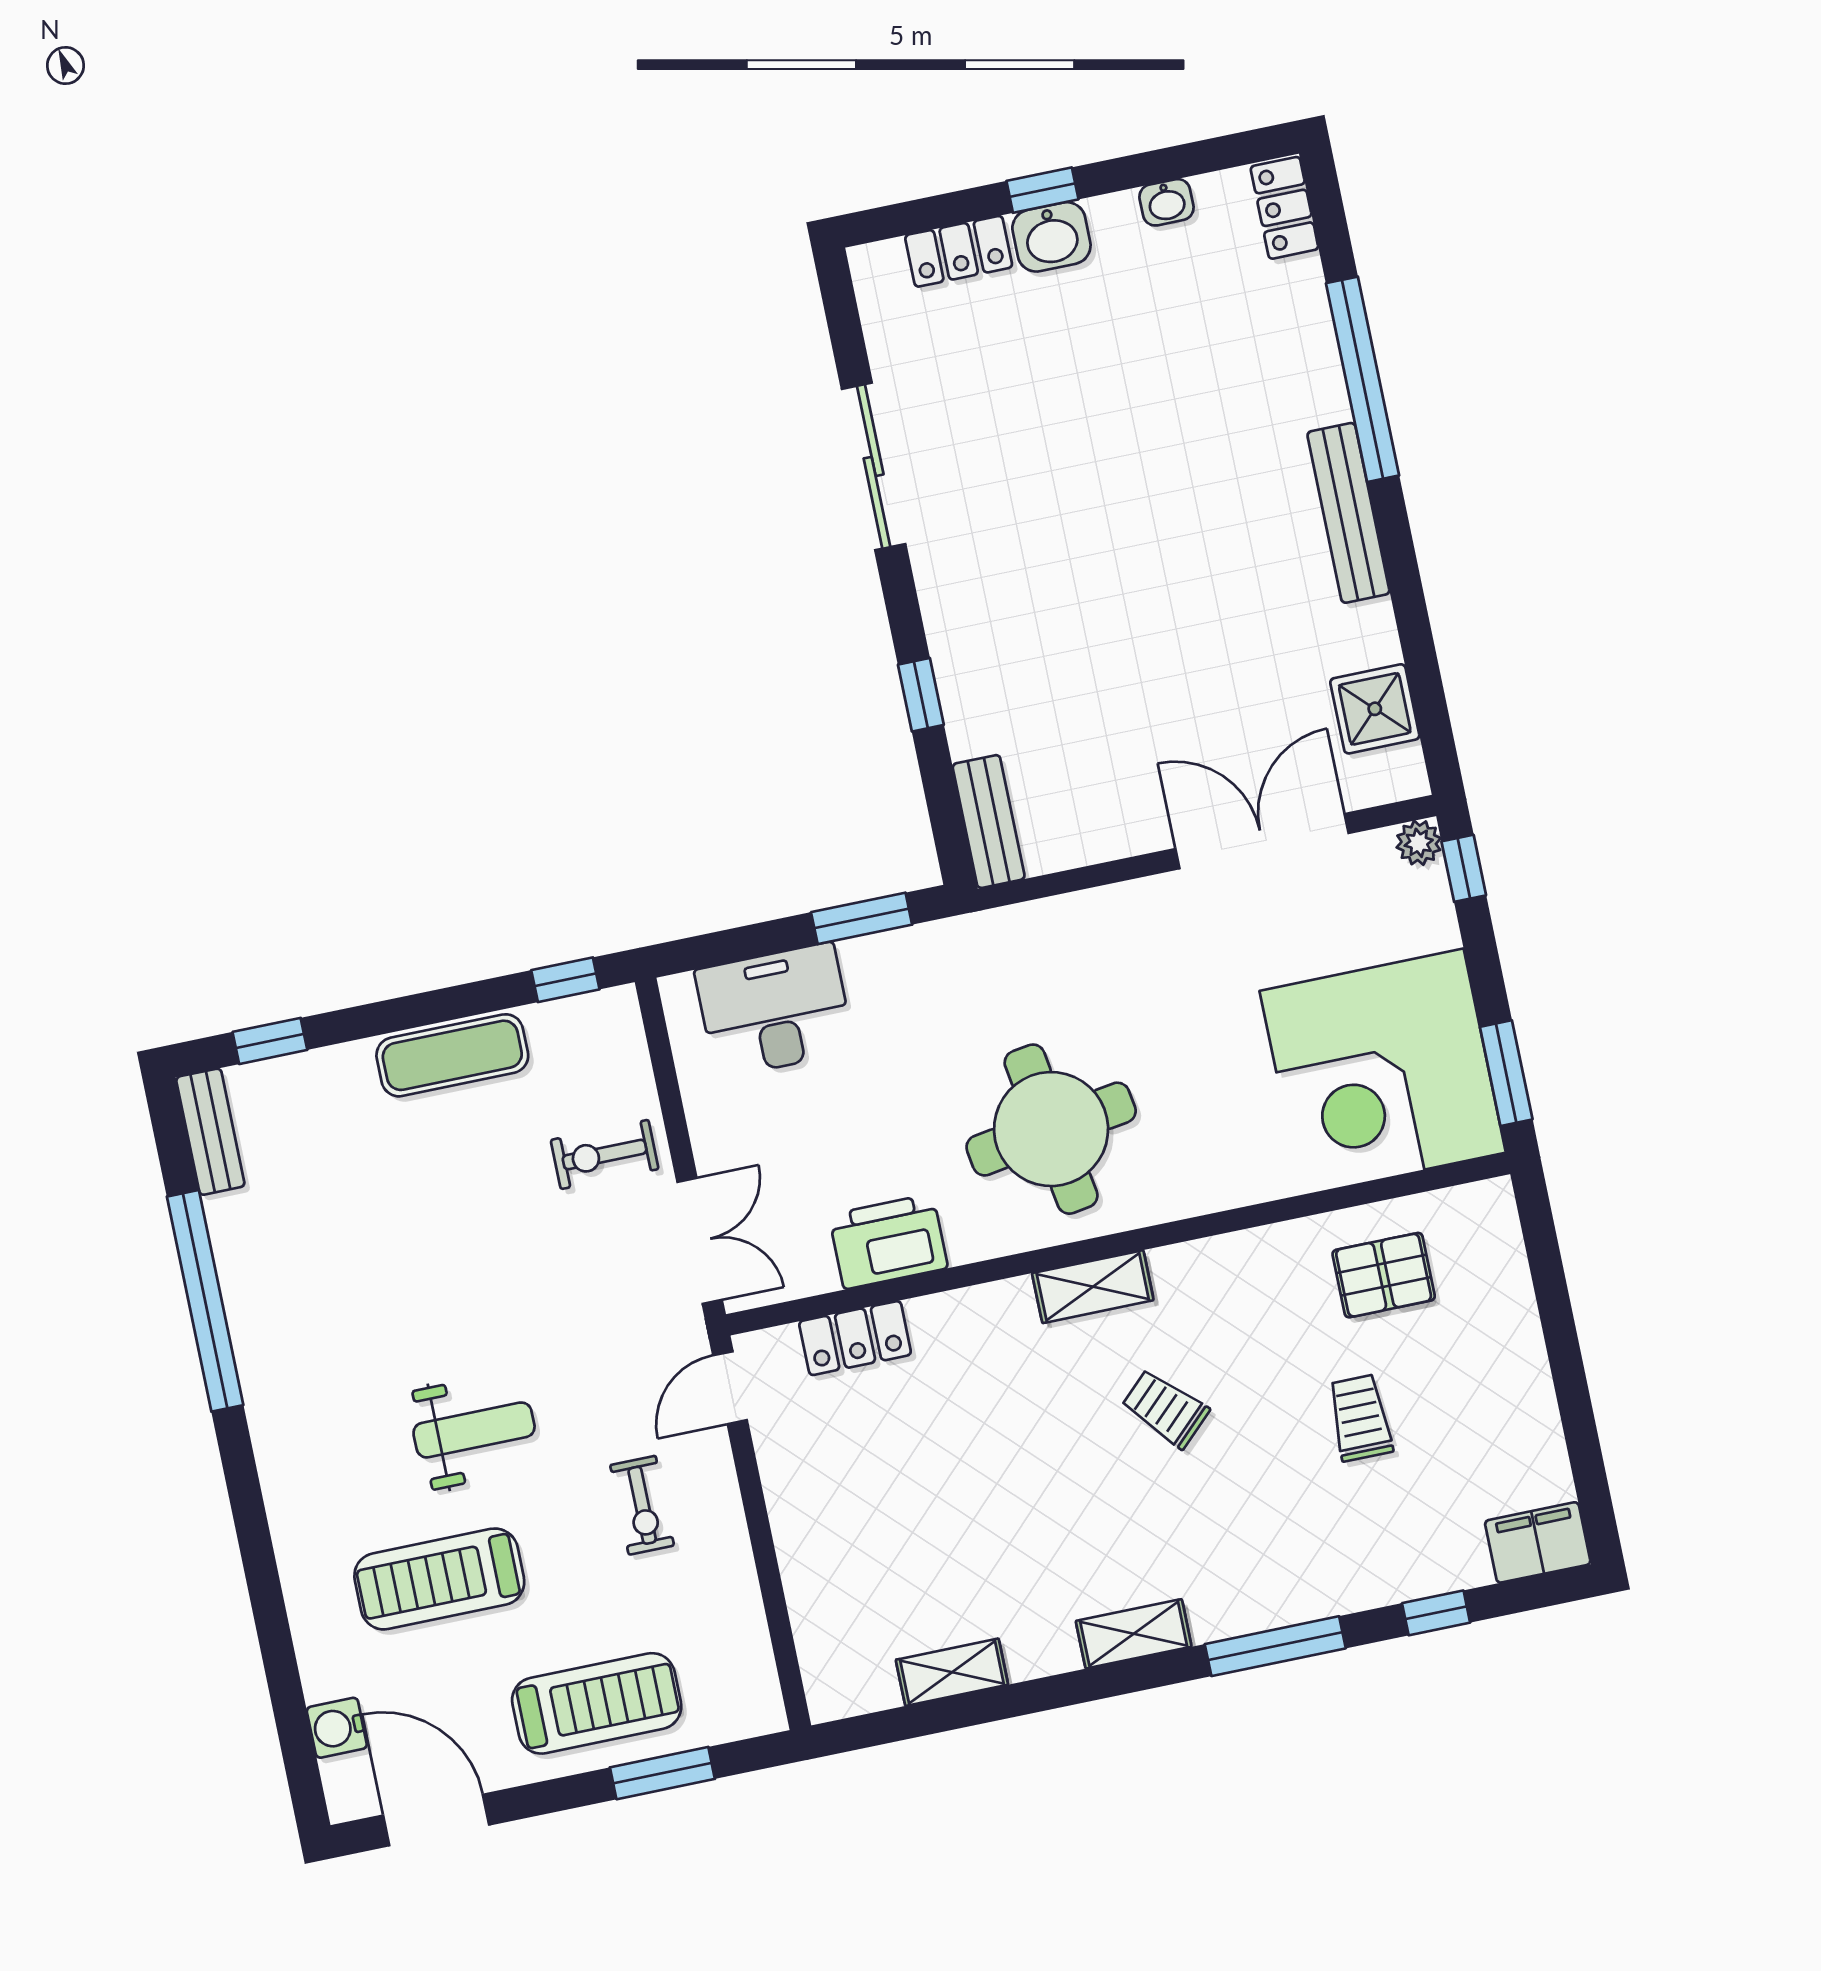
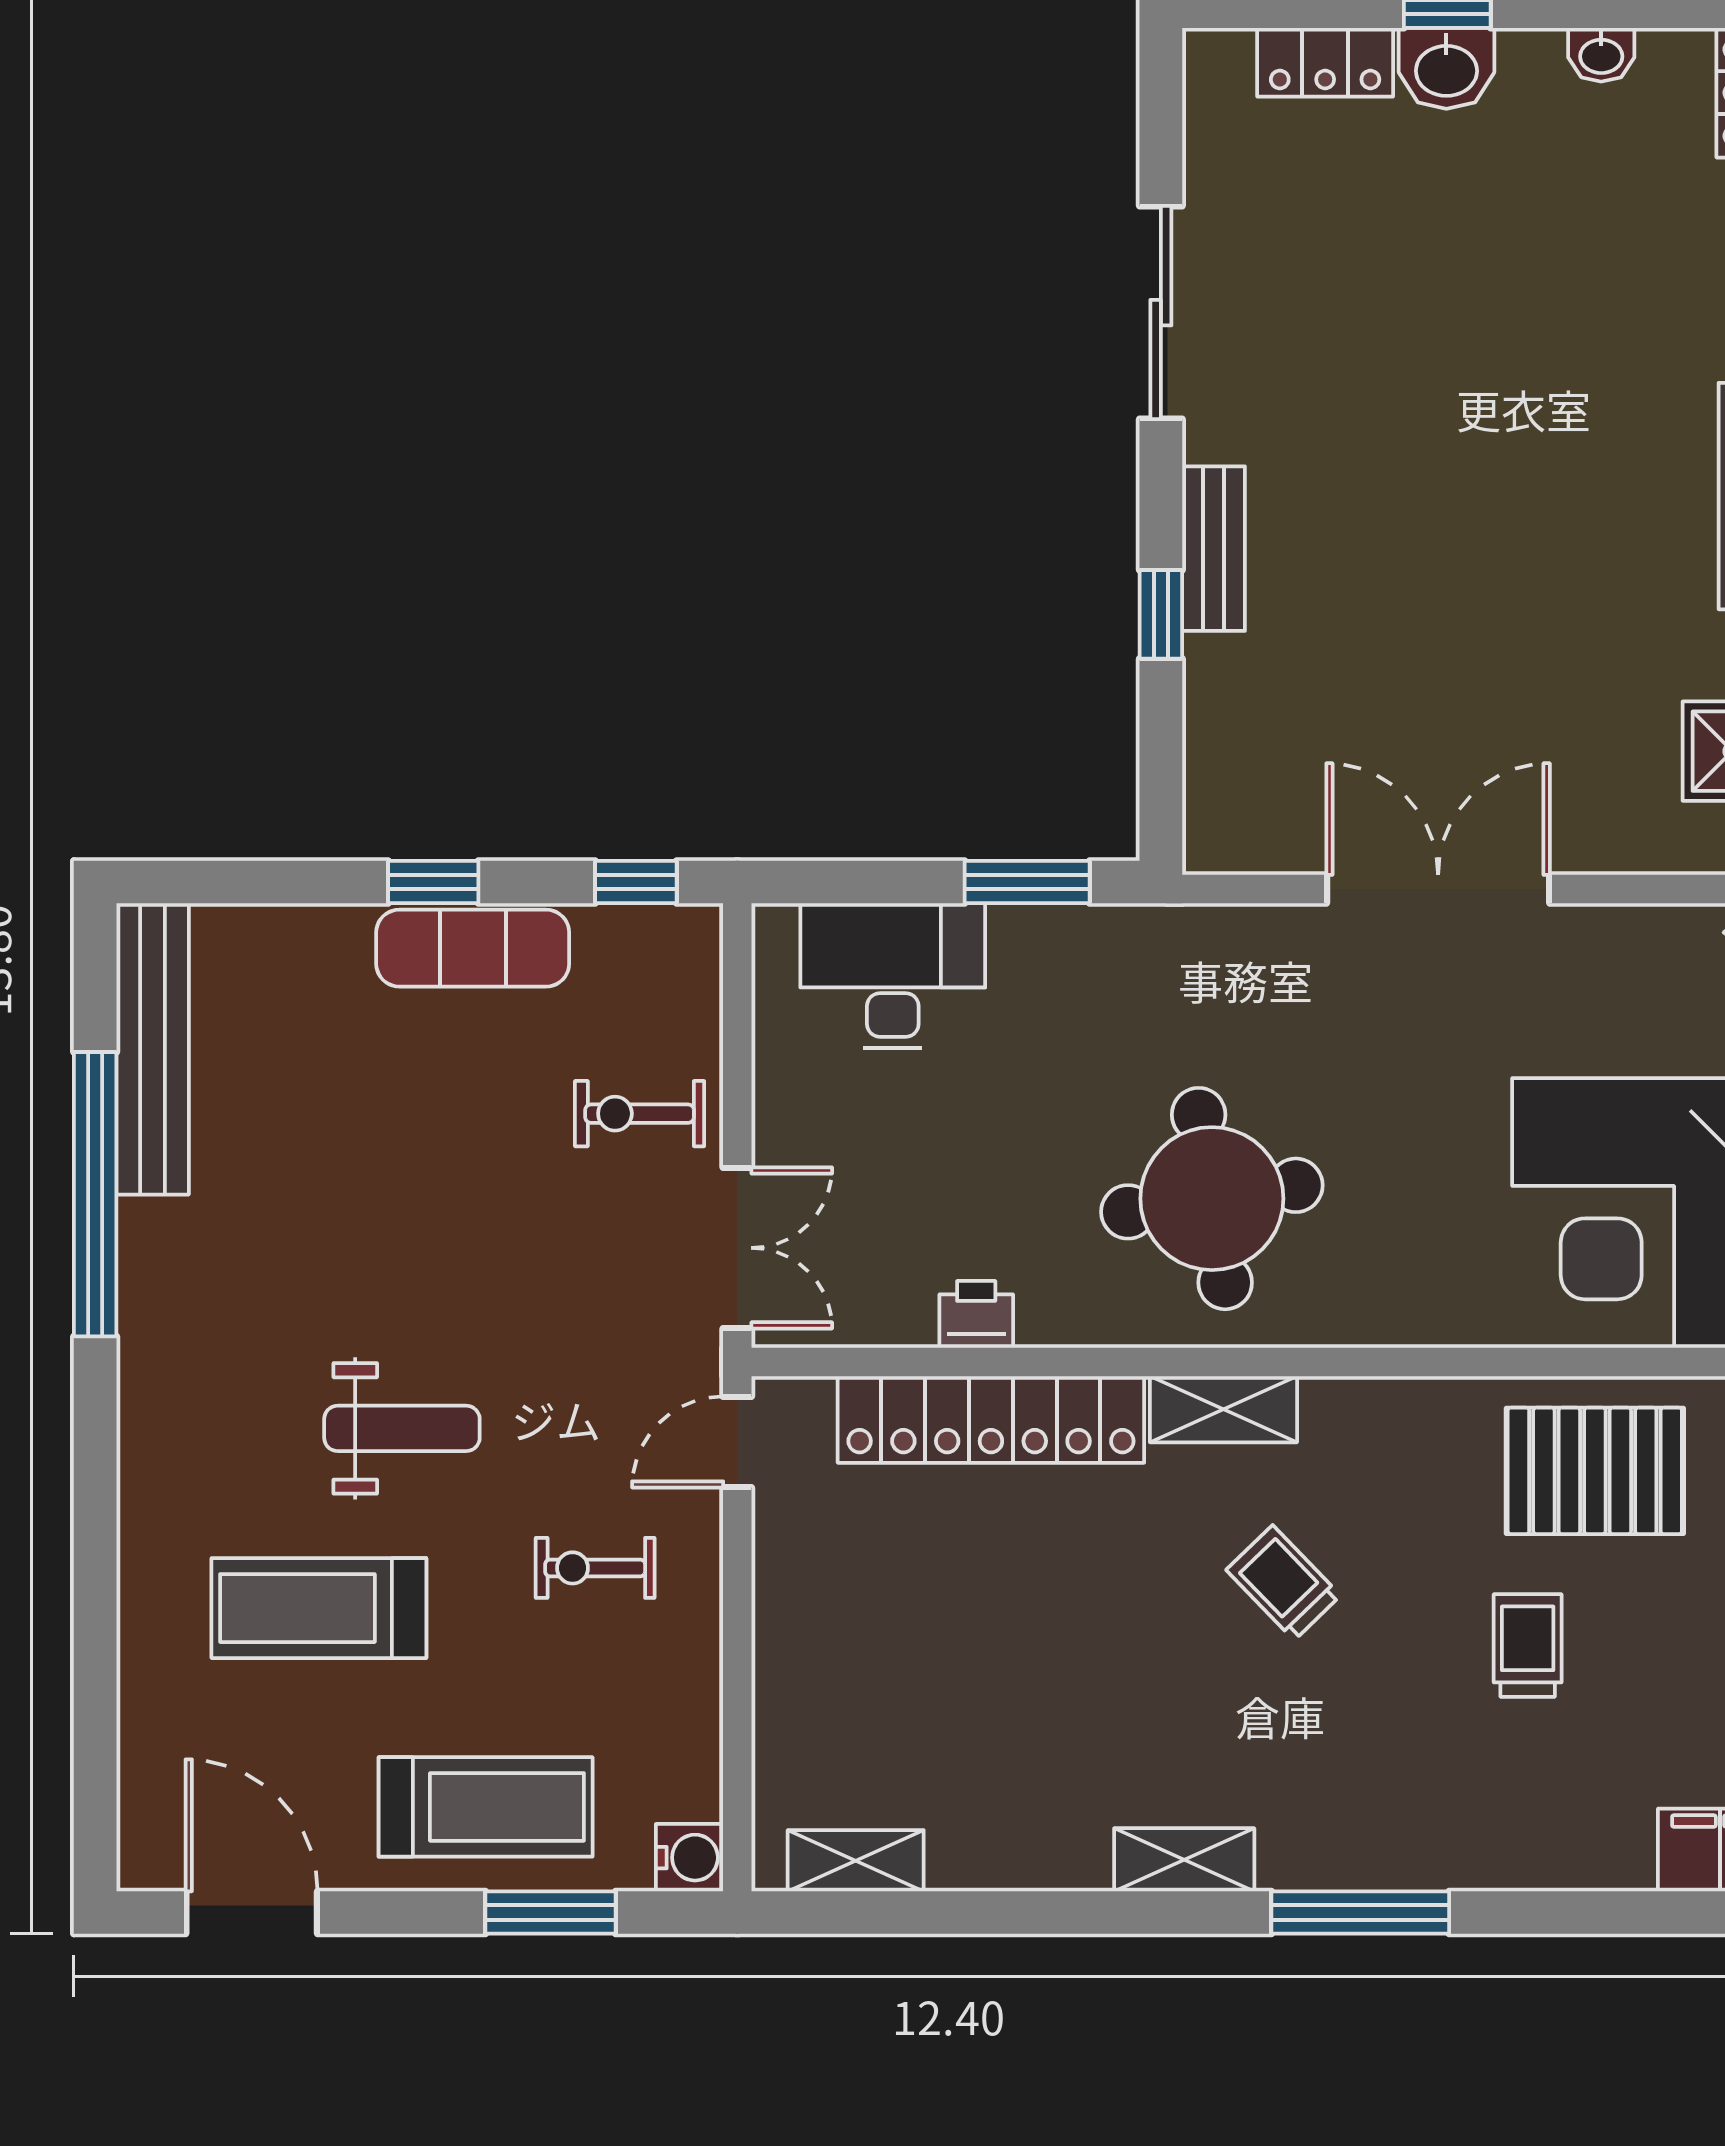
bench: (989, 822) -> (1213, 549), moved
double door: (1262, 841) -> (1438, 889), moved
window: (270, 1041) -> (433, 882), moved
bench: (210, 1132) -> (153, 1049), width x1.86, depth x1.21
printer: (888, 1241) -> (976, 1314), width x0.53, depth x0.68
pallet: (1384, 1275) -> (1595, 1471), width x1.50, depth x1.42
locker: (855, 1338) -> (991, 1419), width x2.16, depth x1.21
exercise bike: (642, 1505) -> (595, 1568), turned 90
window: (1436, 1613) -> (1573, 1912), removed
shelving: (952, 1672) -> (856, 1861), moved
water cooler: (337, 1728) -> (690, 1858), moved, turned 180

